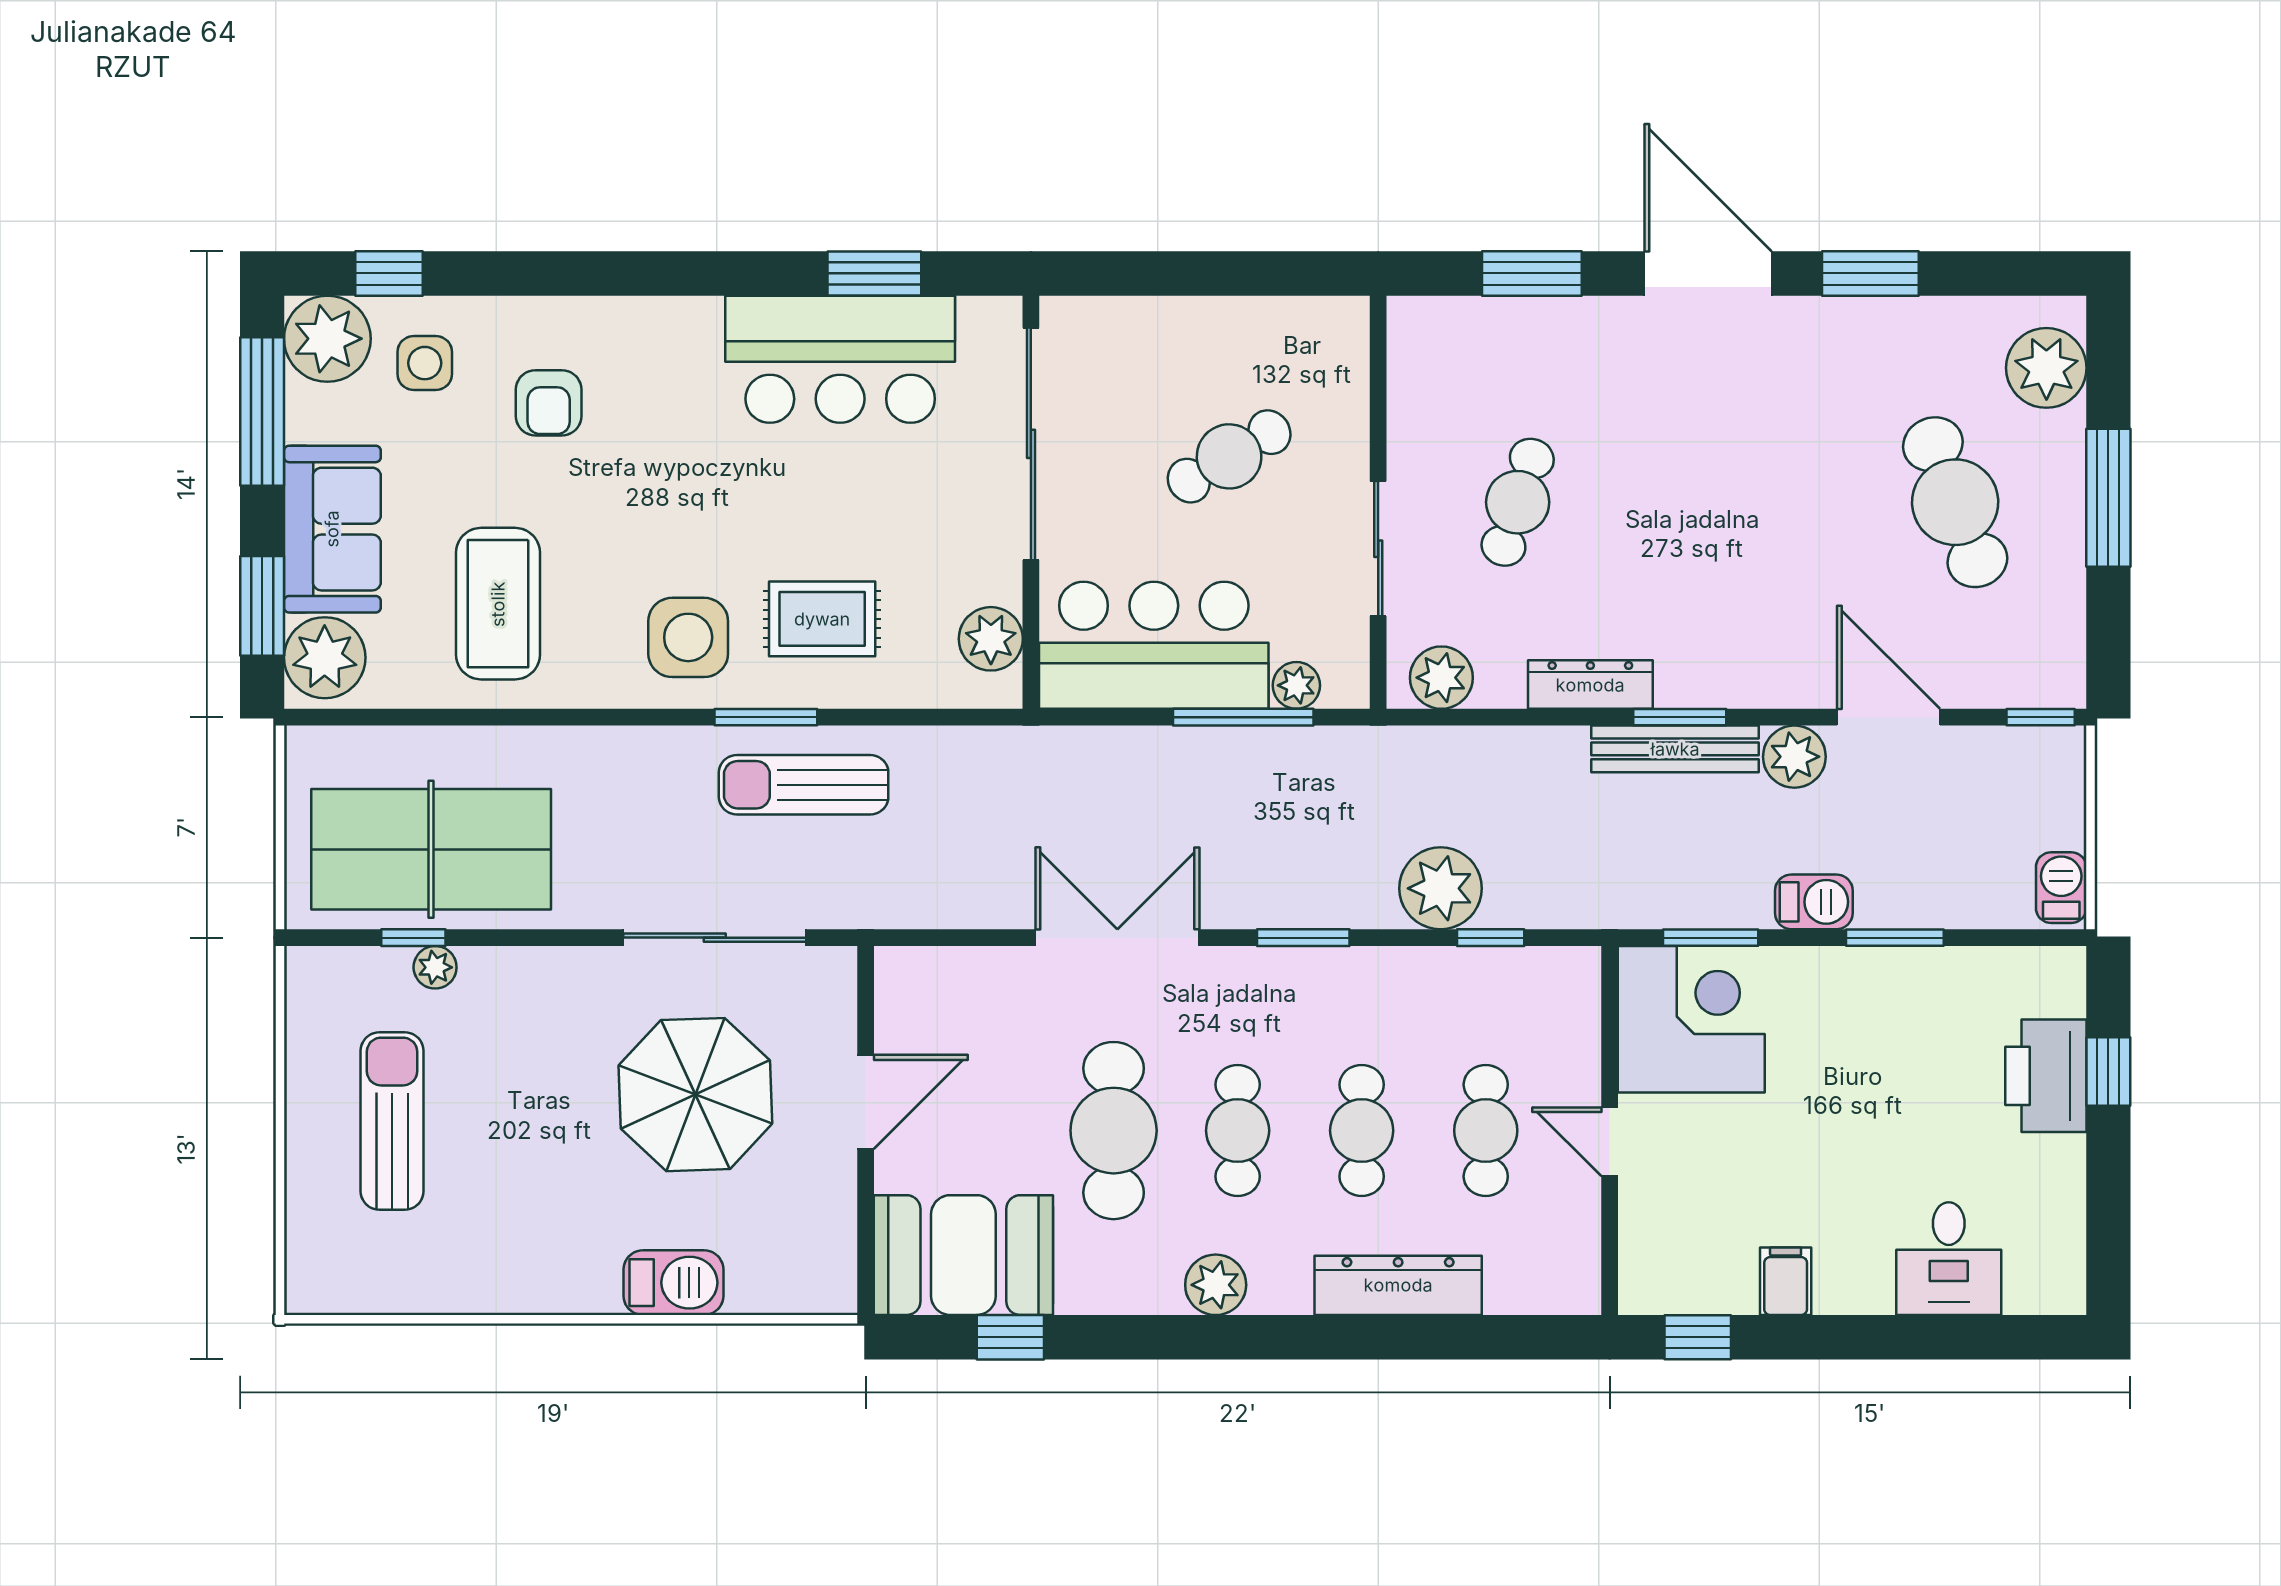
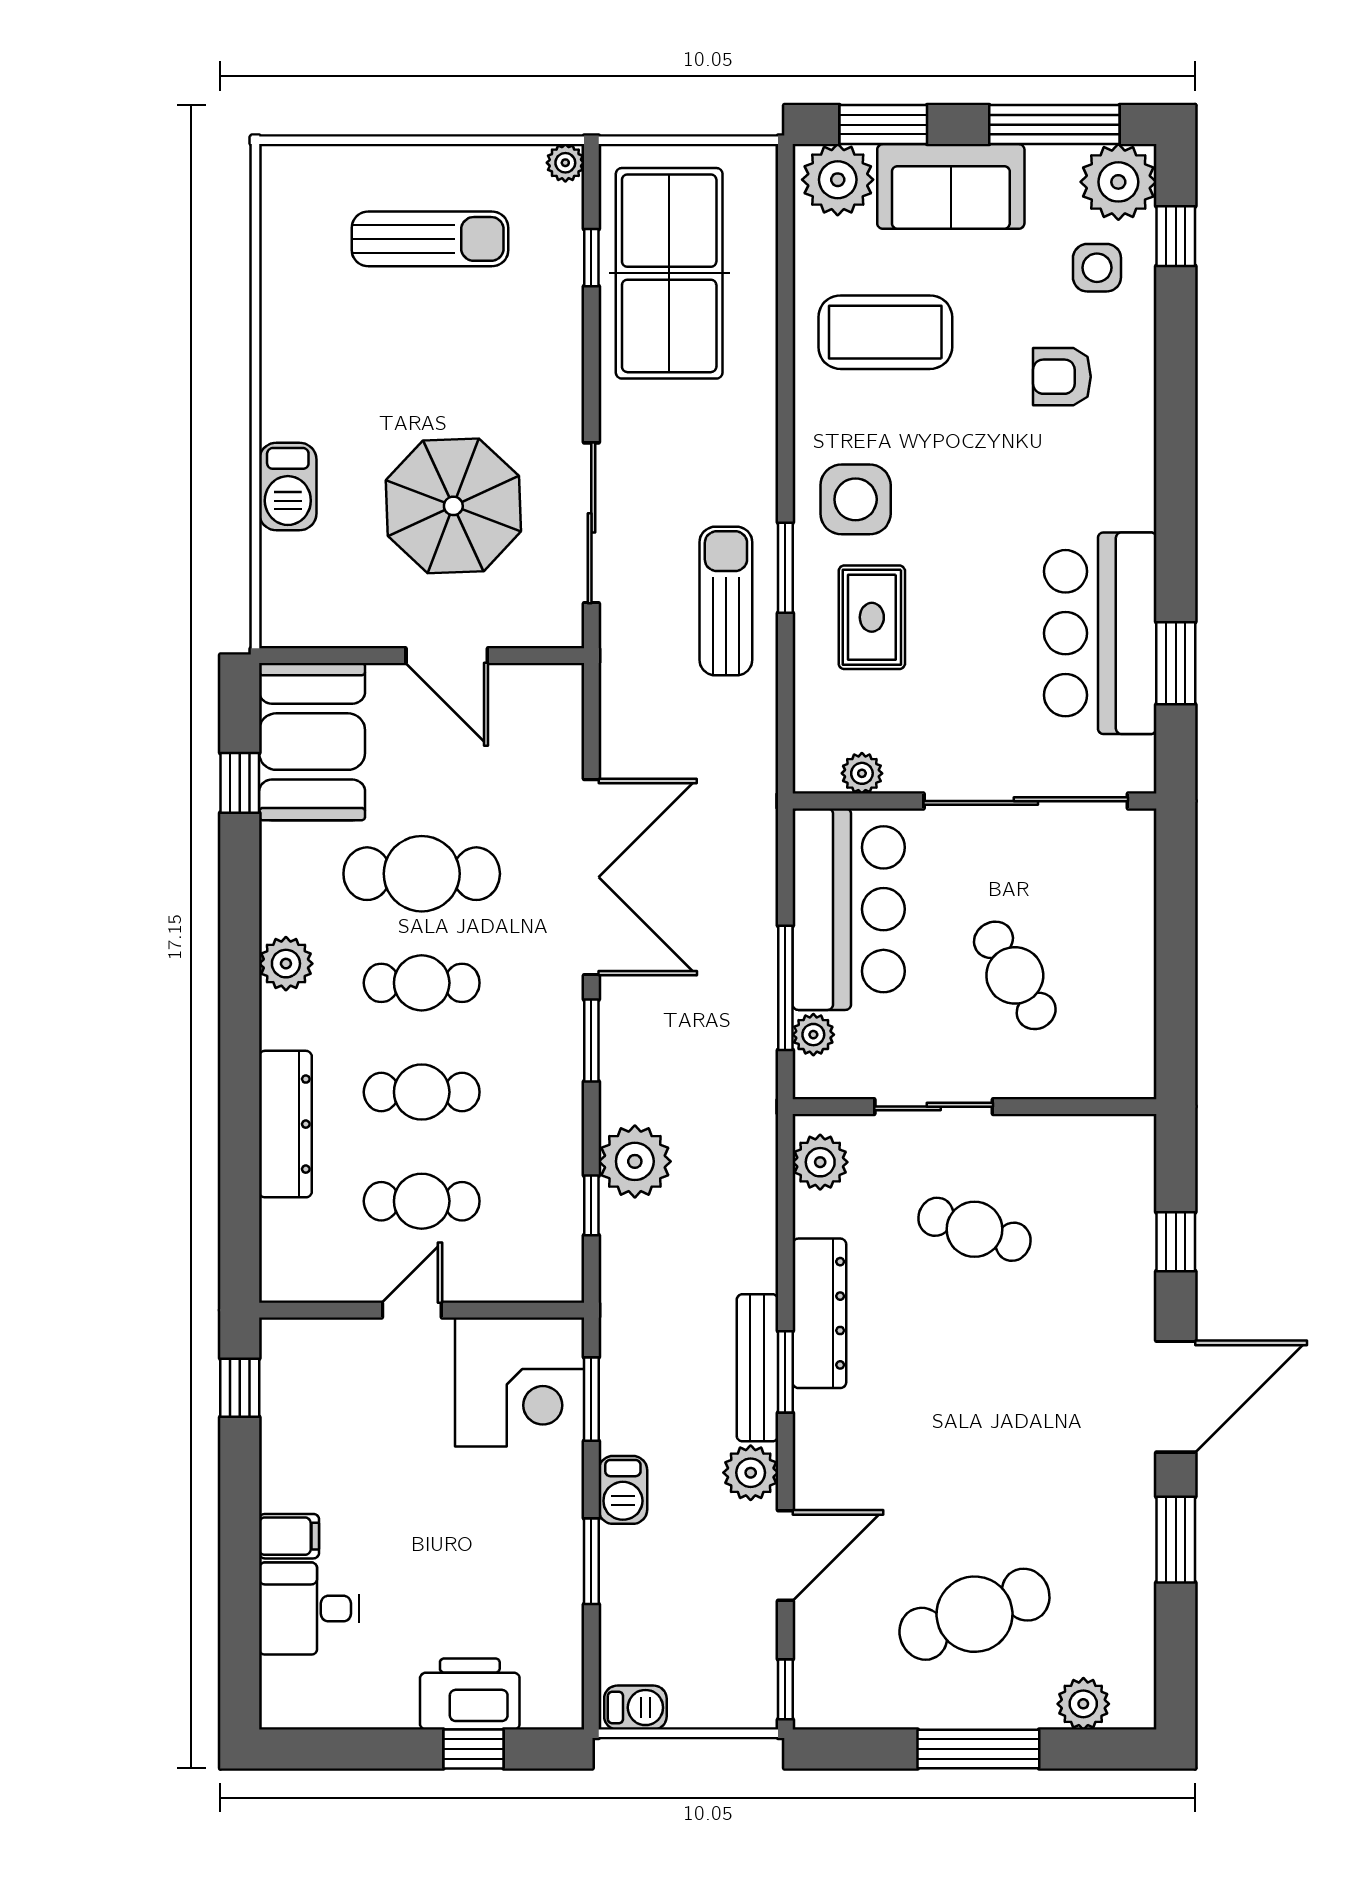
window: (1532, 273) -> (1176, 1242), width x0.67
plant: (2046, 368) -> (1083, 1704), width x0.73, depth x0.73
plant: (991, 639) -> (862, 773), width x0.73, depth x0.73
dresser: (1590, 685) -> (819, 1313), width x1.37, depth x1.24
double door: (1117, 938) -> (591, 877), width x1.36
plant: (435, 967) -> (565, 163), moved
filing cabinet: (1786, 1281) -> (289, 1536), moved

